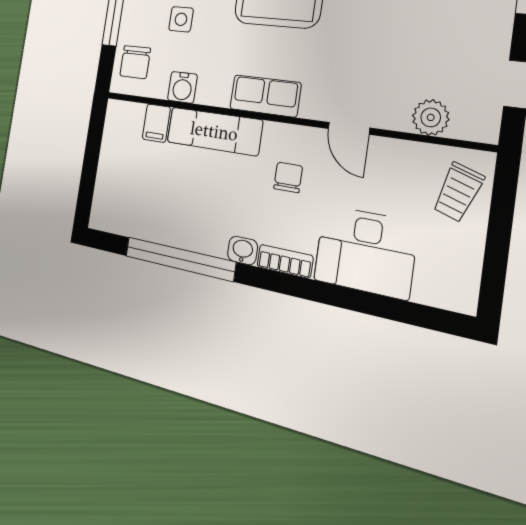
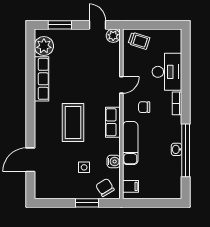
chair: (135, 62) -> (105, 188), turned -121
plant: (431, 117) -> (113, 36), moved
filing cabinet: (156, 123) -> (131, 186), moved
washbasin: (243, 250) -> (176, 149), moved

